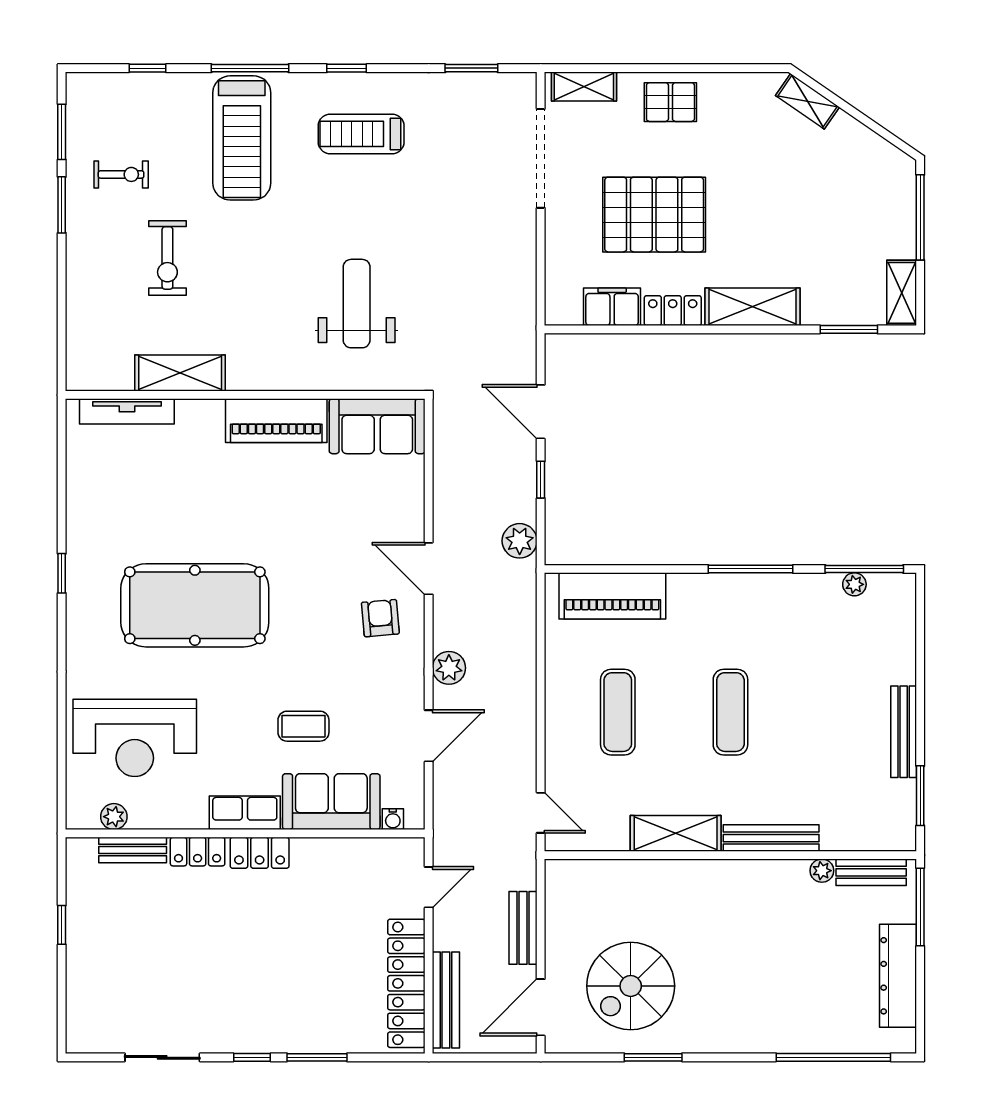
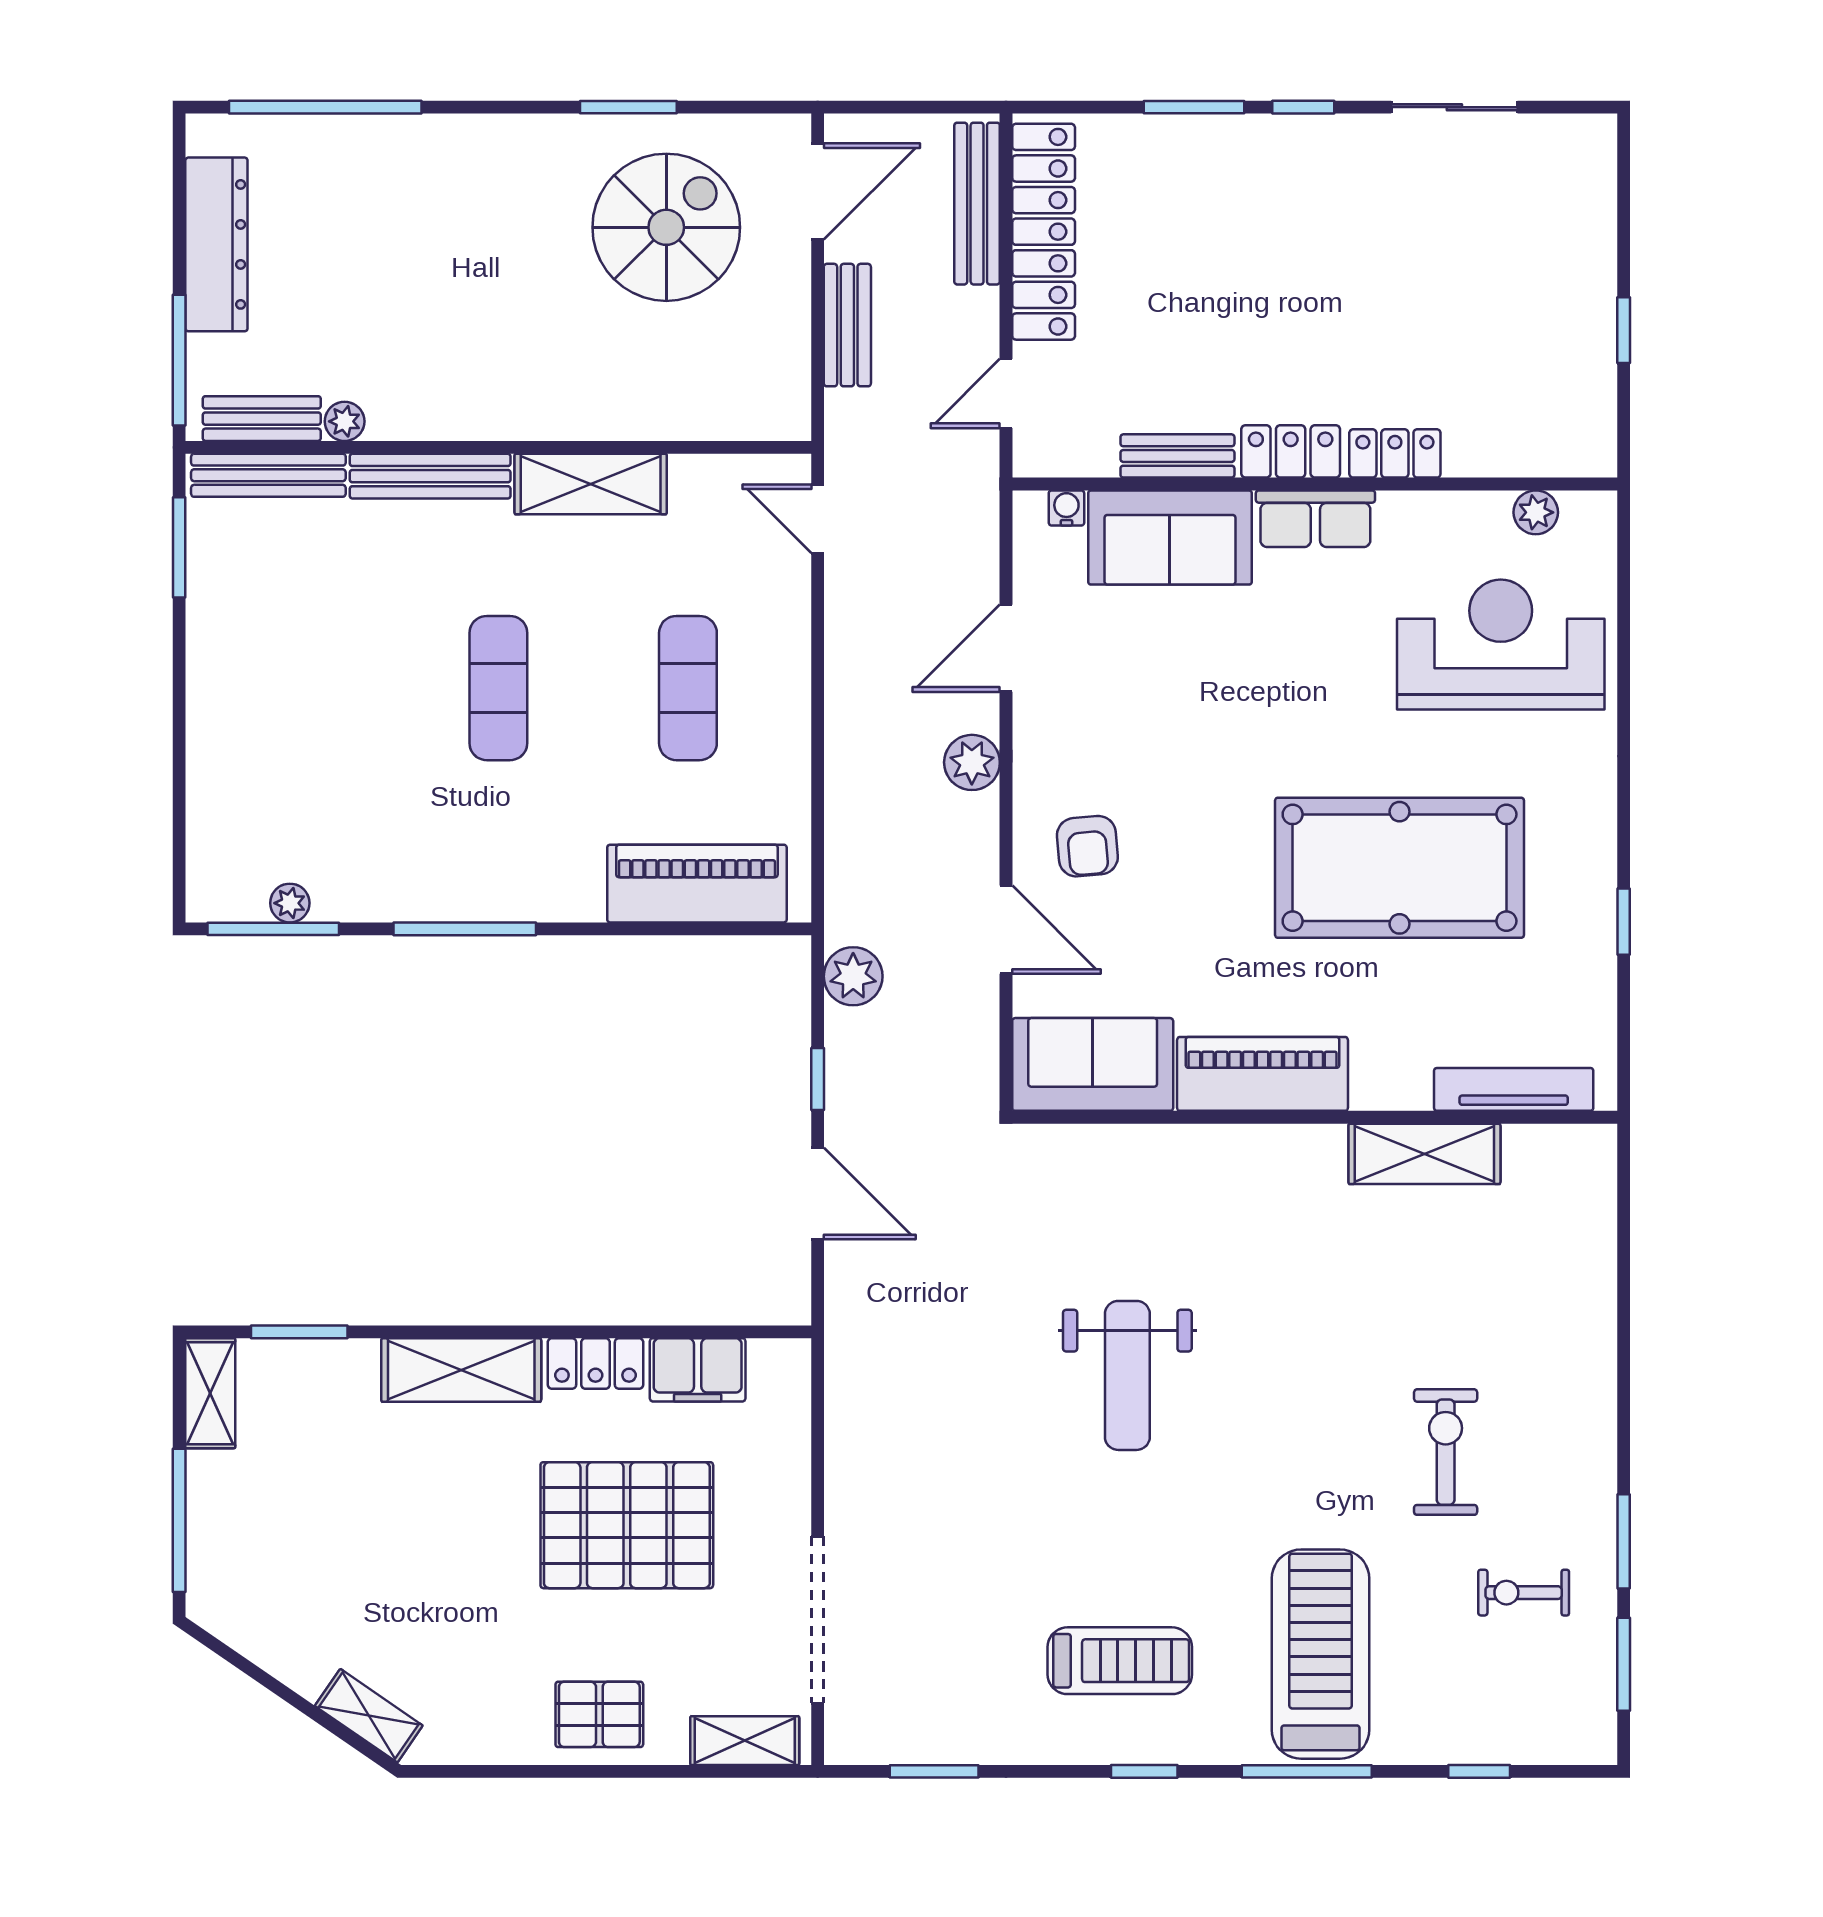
shelving: (180, 373) -> (1424, 1154), moved
wall: (245, 395) -> (1315, 1117), moved
tv unit: (127, 411) -> (1514, 1089), moved
piano: (276, 421) -> (1263, 1074), moved
sofa: (377, 426) -> (1093, 1064), moved
coffee table: (303, 726) -> (1217, 664), removed
bench: (904, 732) -> (268, 475), moved, turned 90
bench: (133, 850) -> (1177, 456), moved

